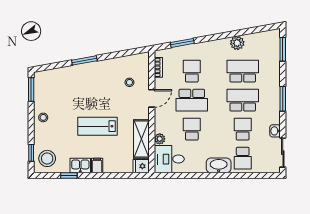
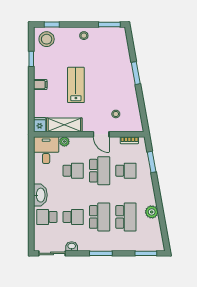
school desk: (192, 100) -> (100, 171), turned 180
kitchen sink: (80, 165) -> (40, 69), removed

